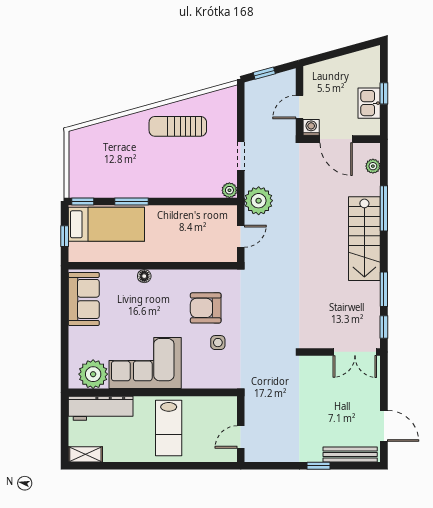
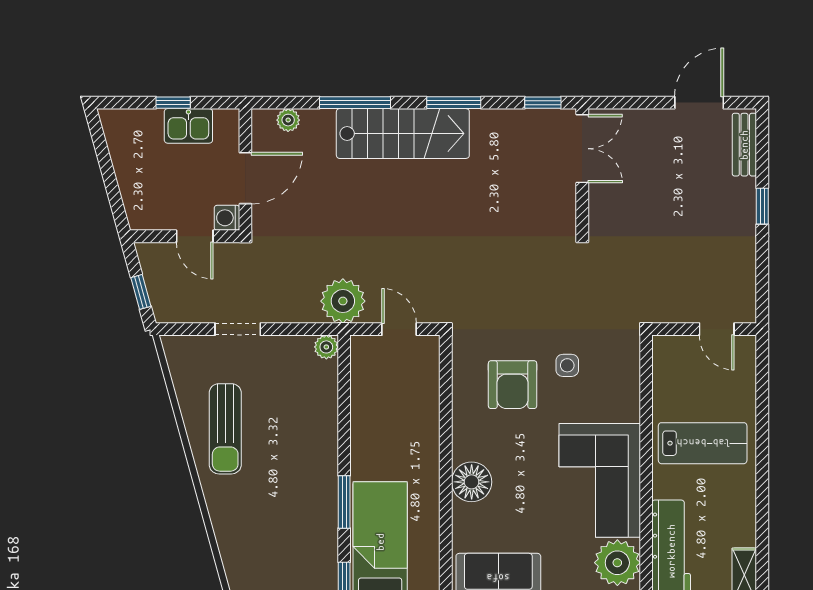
doorway: (241, 156) -> (238, 329), moved
floor lamp: (144, 276) -> (472, 482), width x1.89, depth x1.89
window: (384, 289) -> (454, 103), moved
bench: (350, 455) -> (744, 145), width x0.73

